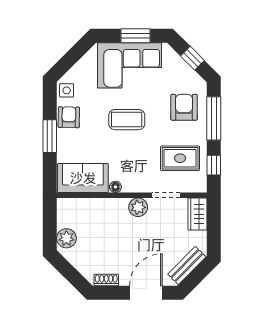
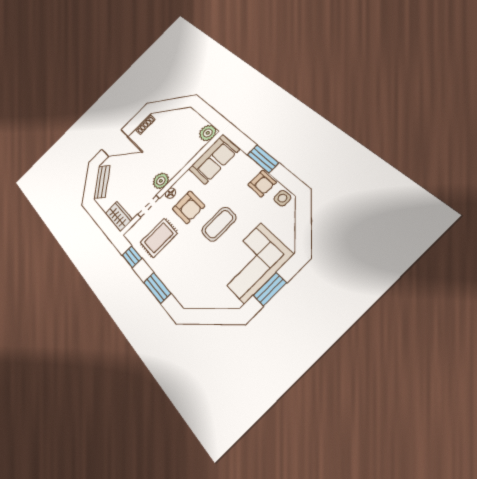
window: (192, 58) -> (210, 316), removed
armchair: (184, 107) -> (189, 207), moved
window: (214, 118) -> (157, 288), width x0.69
floor lamp: (115, 187) -> (171, 193), moved
plant: (66, 238) -> (208, 133), moved
door: (146, 293) -> (115, 143), hinge flipped

